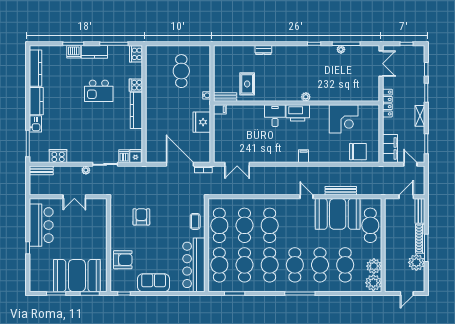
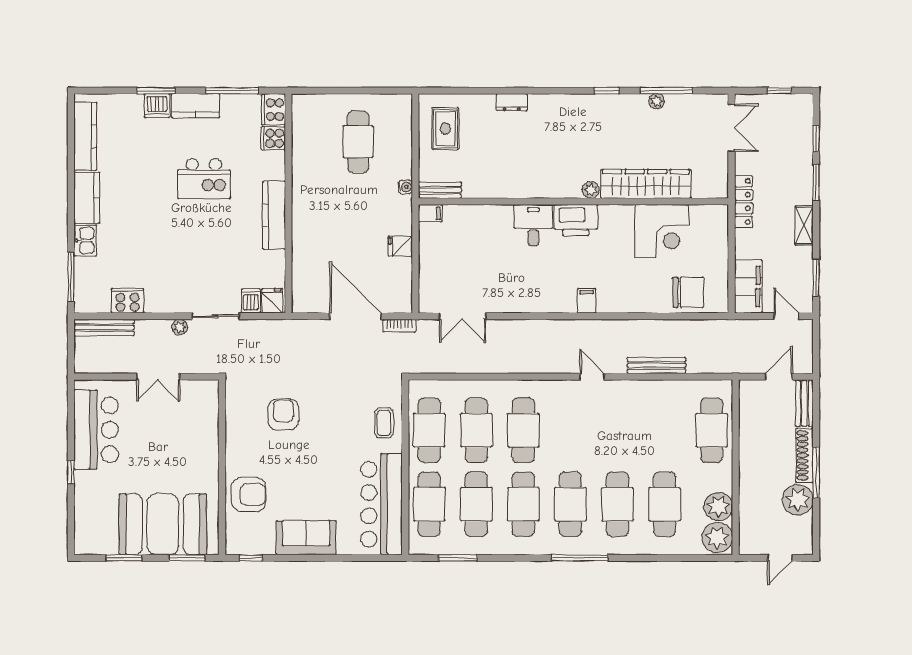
rug: (247, 84) -> (445, 129), moved
cooker: (136, 85) -> (273, 138), moved
wardrobe: (335, 94) -> (646, 184), added
fridge: (202, 122) -> (400, 246), width x0.53, depth x0.75
bench: (41, 170) -> (104, 328), width x1.36
booth: (338, 214) -> (651, 409), removed

